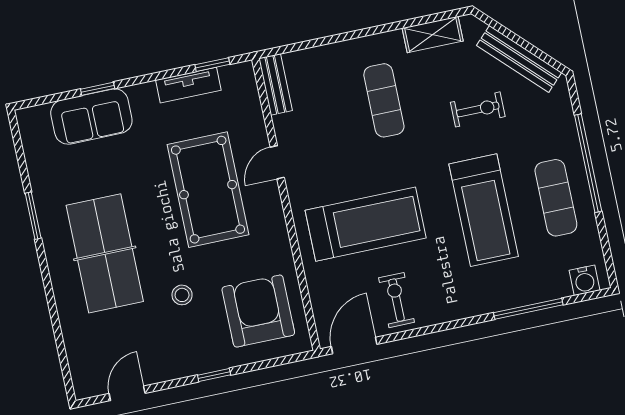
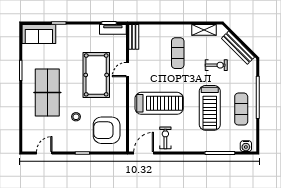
tv unit: (188, 85) -> (113, 29), moved
sofa: (91, 117) -> (39, 34), moved
armchair: (258, 311) -> (107, 130), turned -90

